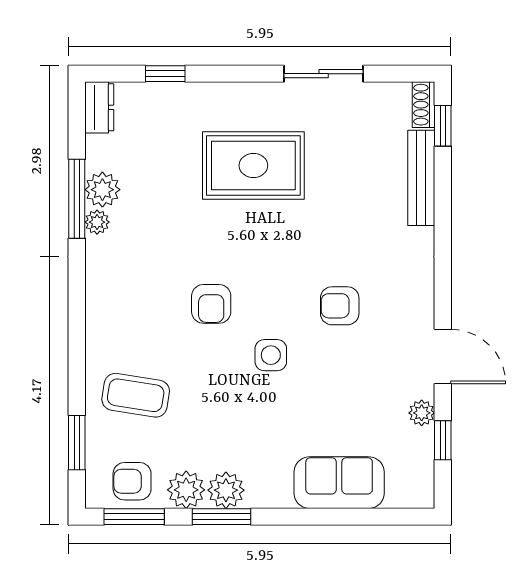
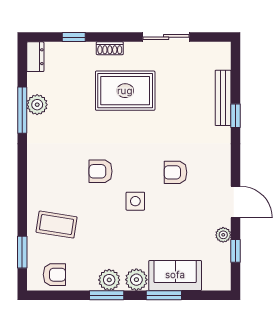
shoe rack: (424, 105) -> (110, 48), moved, turned -90
window: (443, 126) -> (236, 116), moved
plant: (97, 222) -> (34, 124), removed
armchair: (211, 304) -> (101, 171), turned 90
armchair: (132, 481) -> (54, 275), turned 180
plant: (186, 490) -> (136, 280), moved
window: (134, 517) -> (164, 295), moved

